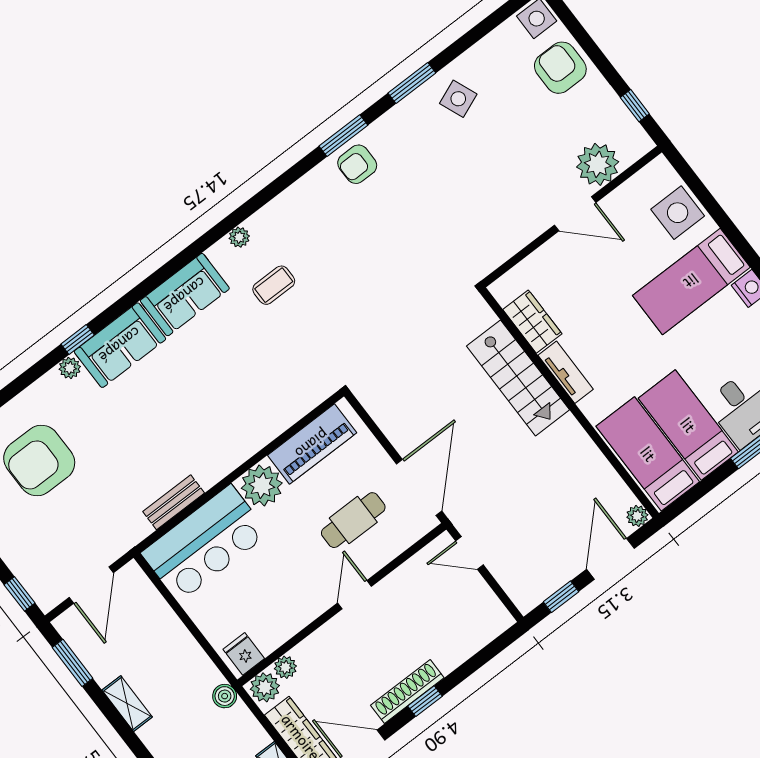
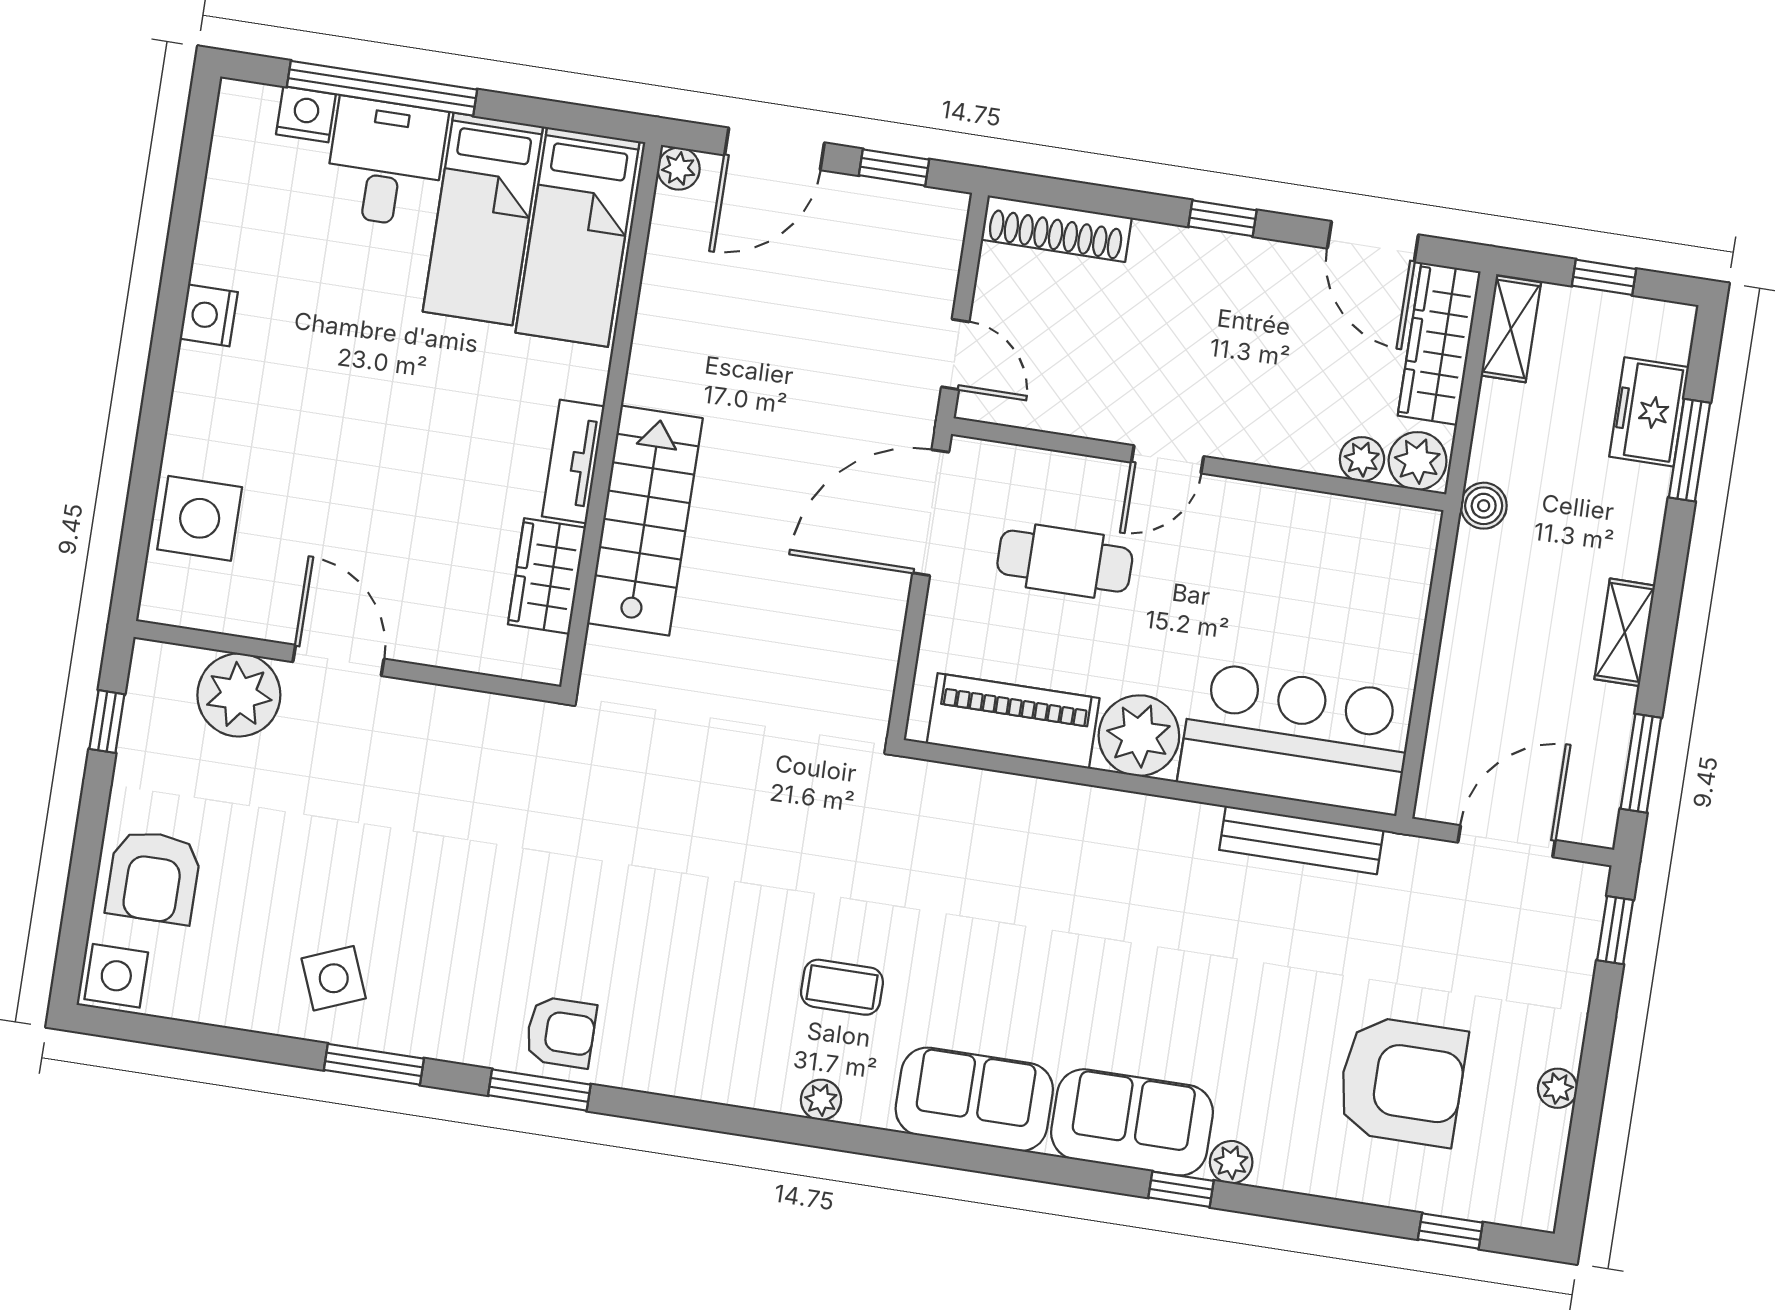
bed: (691, 281) -> (277, 407), removed
bench: (174, 502) -> (1301, 840), width x1.36
fridge: (244, 654) -> (1399, 535), removed
shoe rack: (407, 691) -> (1056, 229), moved

